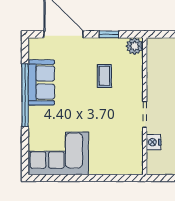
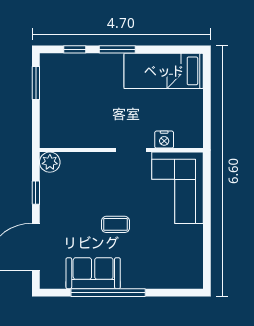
coffee table: (104, 76) -> (116, 224), moved
corner sofa: (58, 153) -> (177, 188), moved

